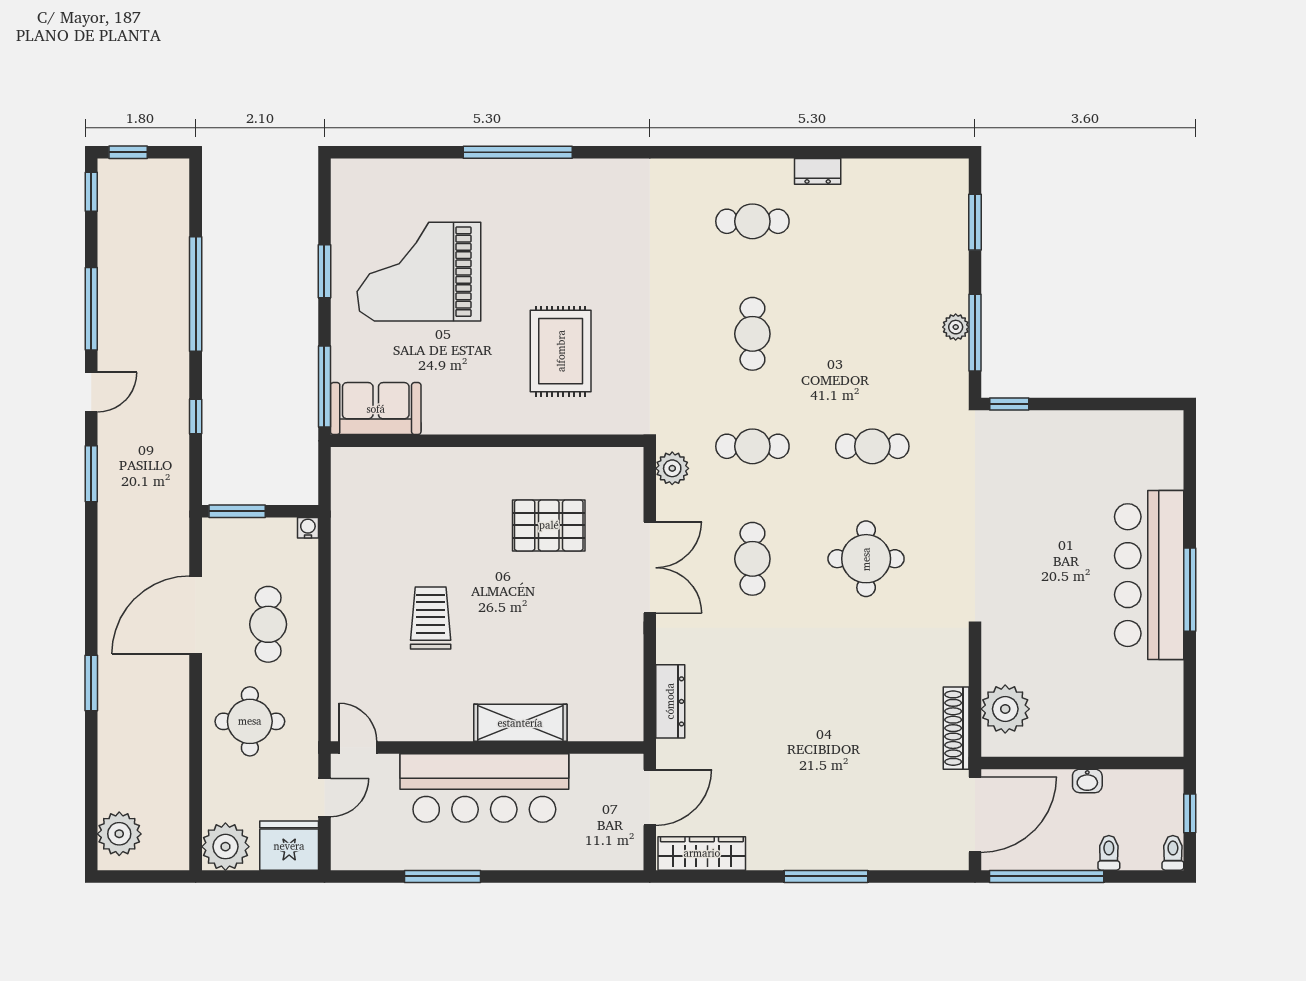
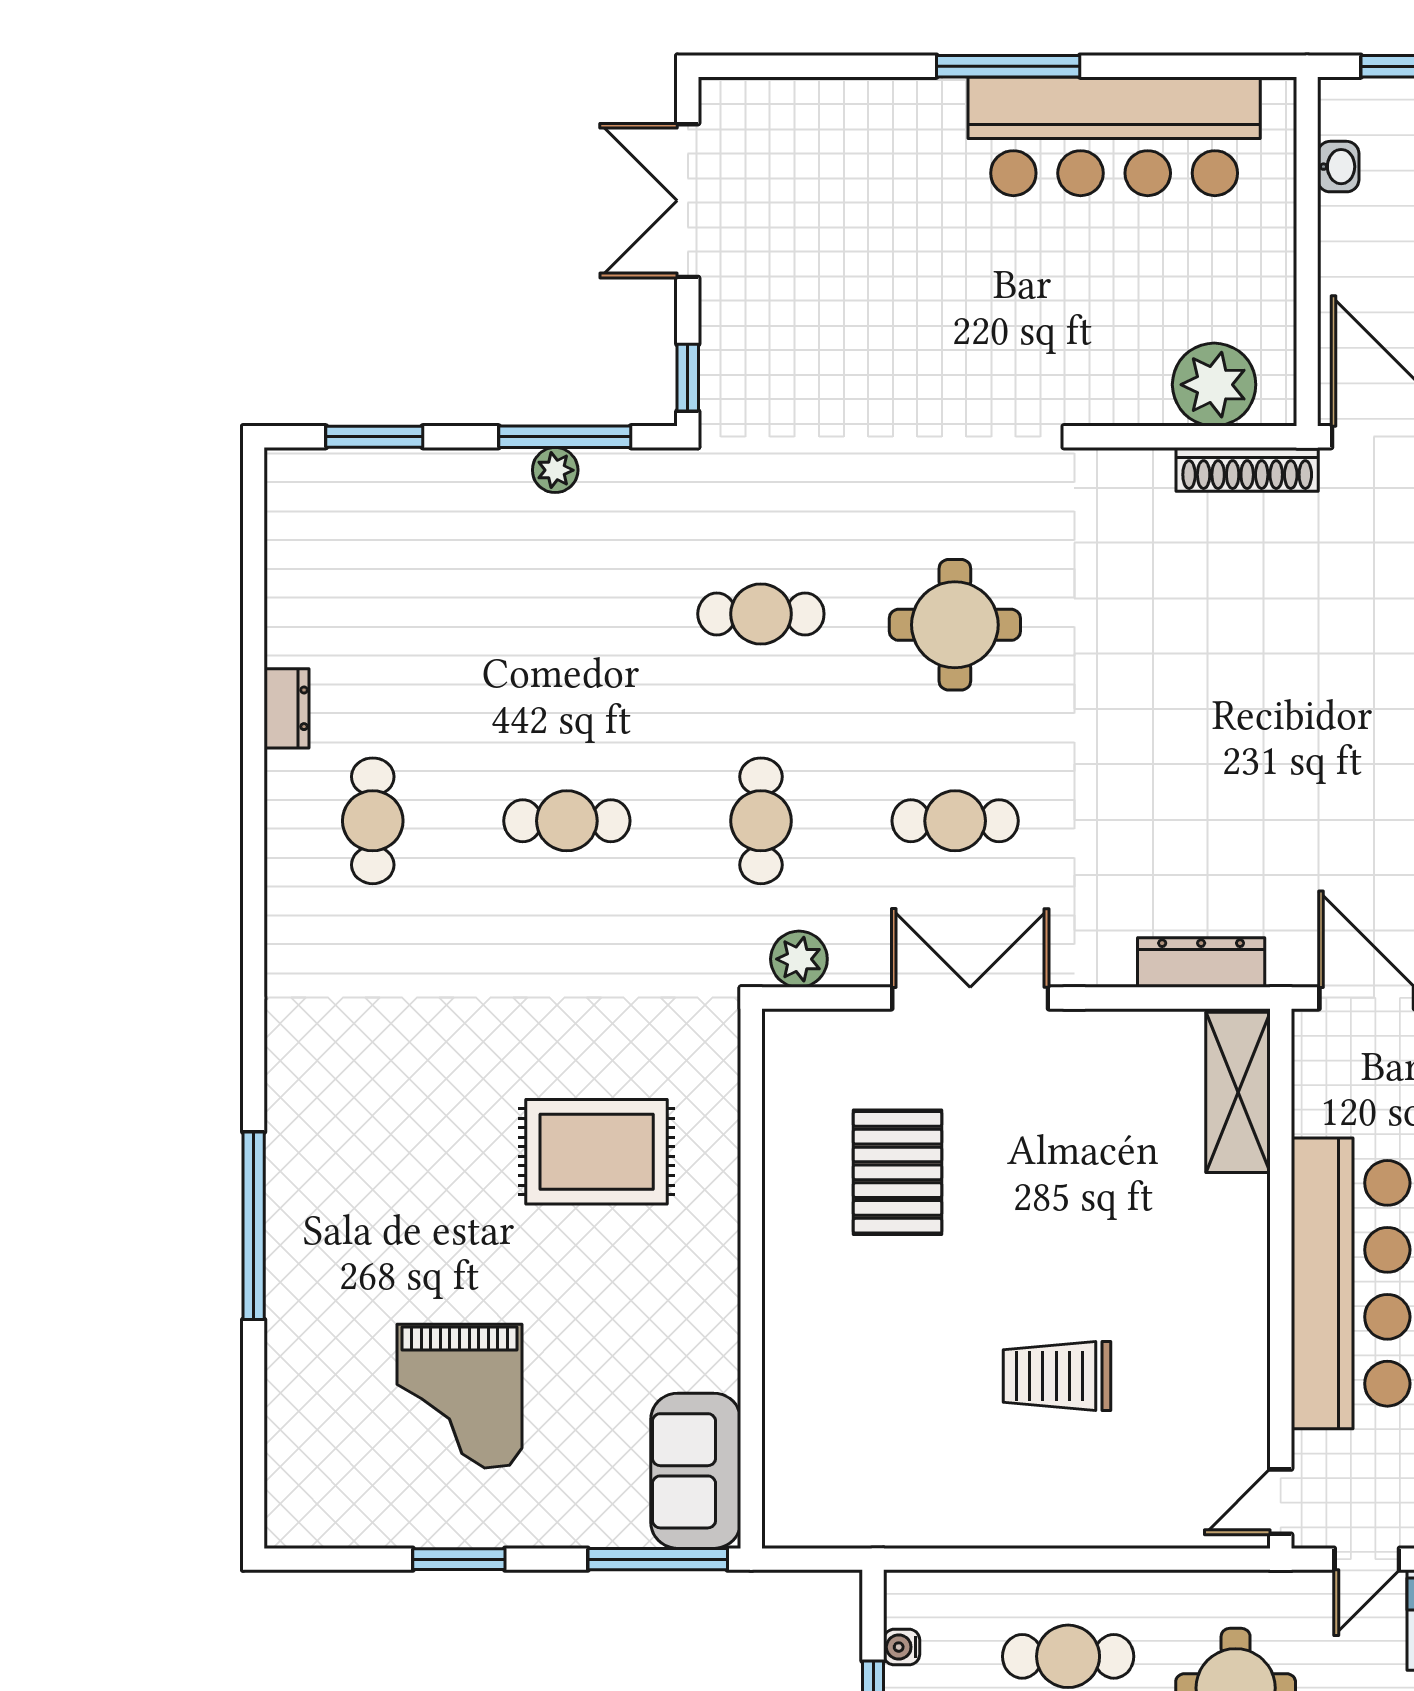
grand piano: (419, 272) -> (460, 1396), width x0.73, depth x0.68
double door: (1112, 404) -> (688, 201), added
cafe table: (872, 446) -> (761, 614), turned 90
water cooler: (308, 528) -> (902, 1647), moved
bar counter: (1149, 575) -> (1114, 136), moved
shelving: (520, 723) -> (1238, 1092), moved
washbasin: (1087, 781) -> (1338, 167), moved
door: (324, 798) -> (1367, 1559), swing flipped

